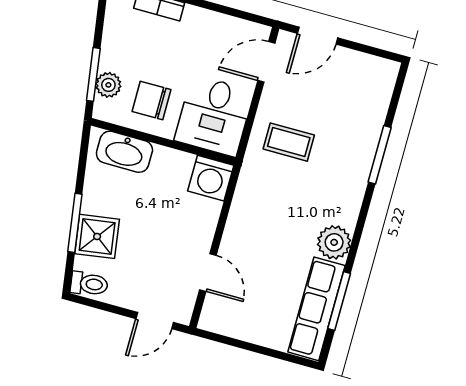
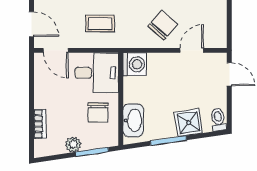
plant: (108, 85) -> (73, 144), moved
coffee table: (289, 142) -> (100, 24), turned 90
window: (75, 223) -> (168, 141), moved
chair: (259, 238) -> (163, 25), added

